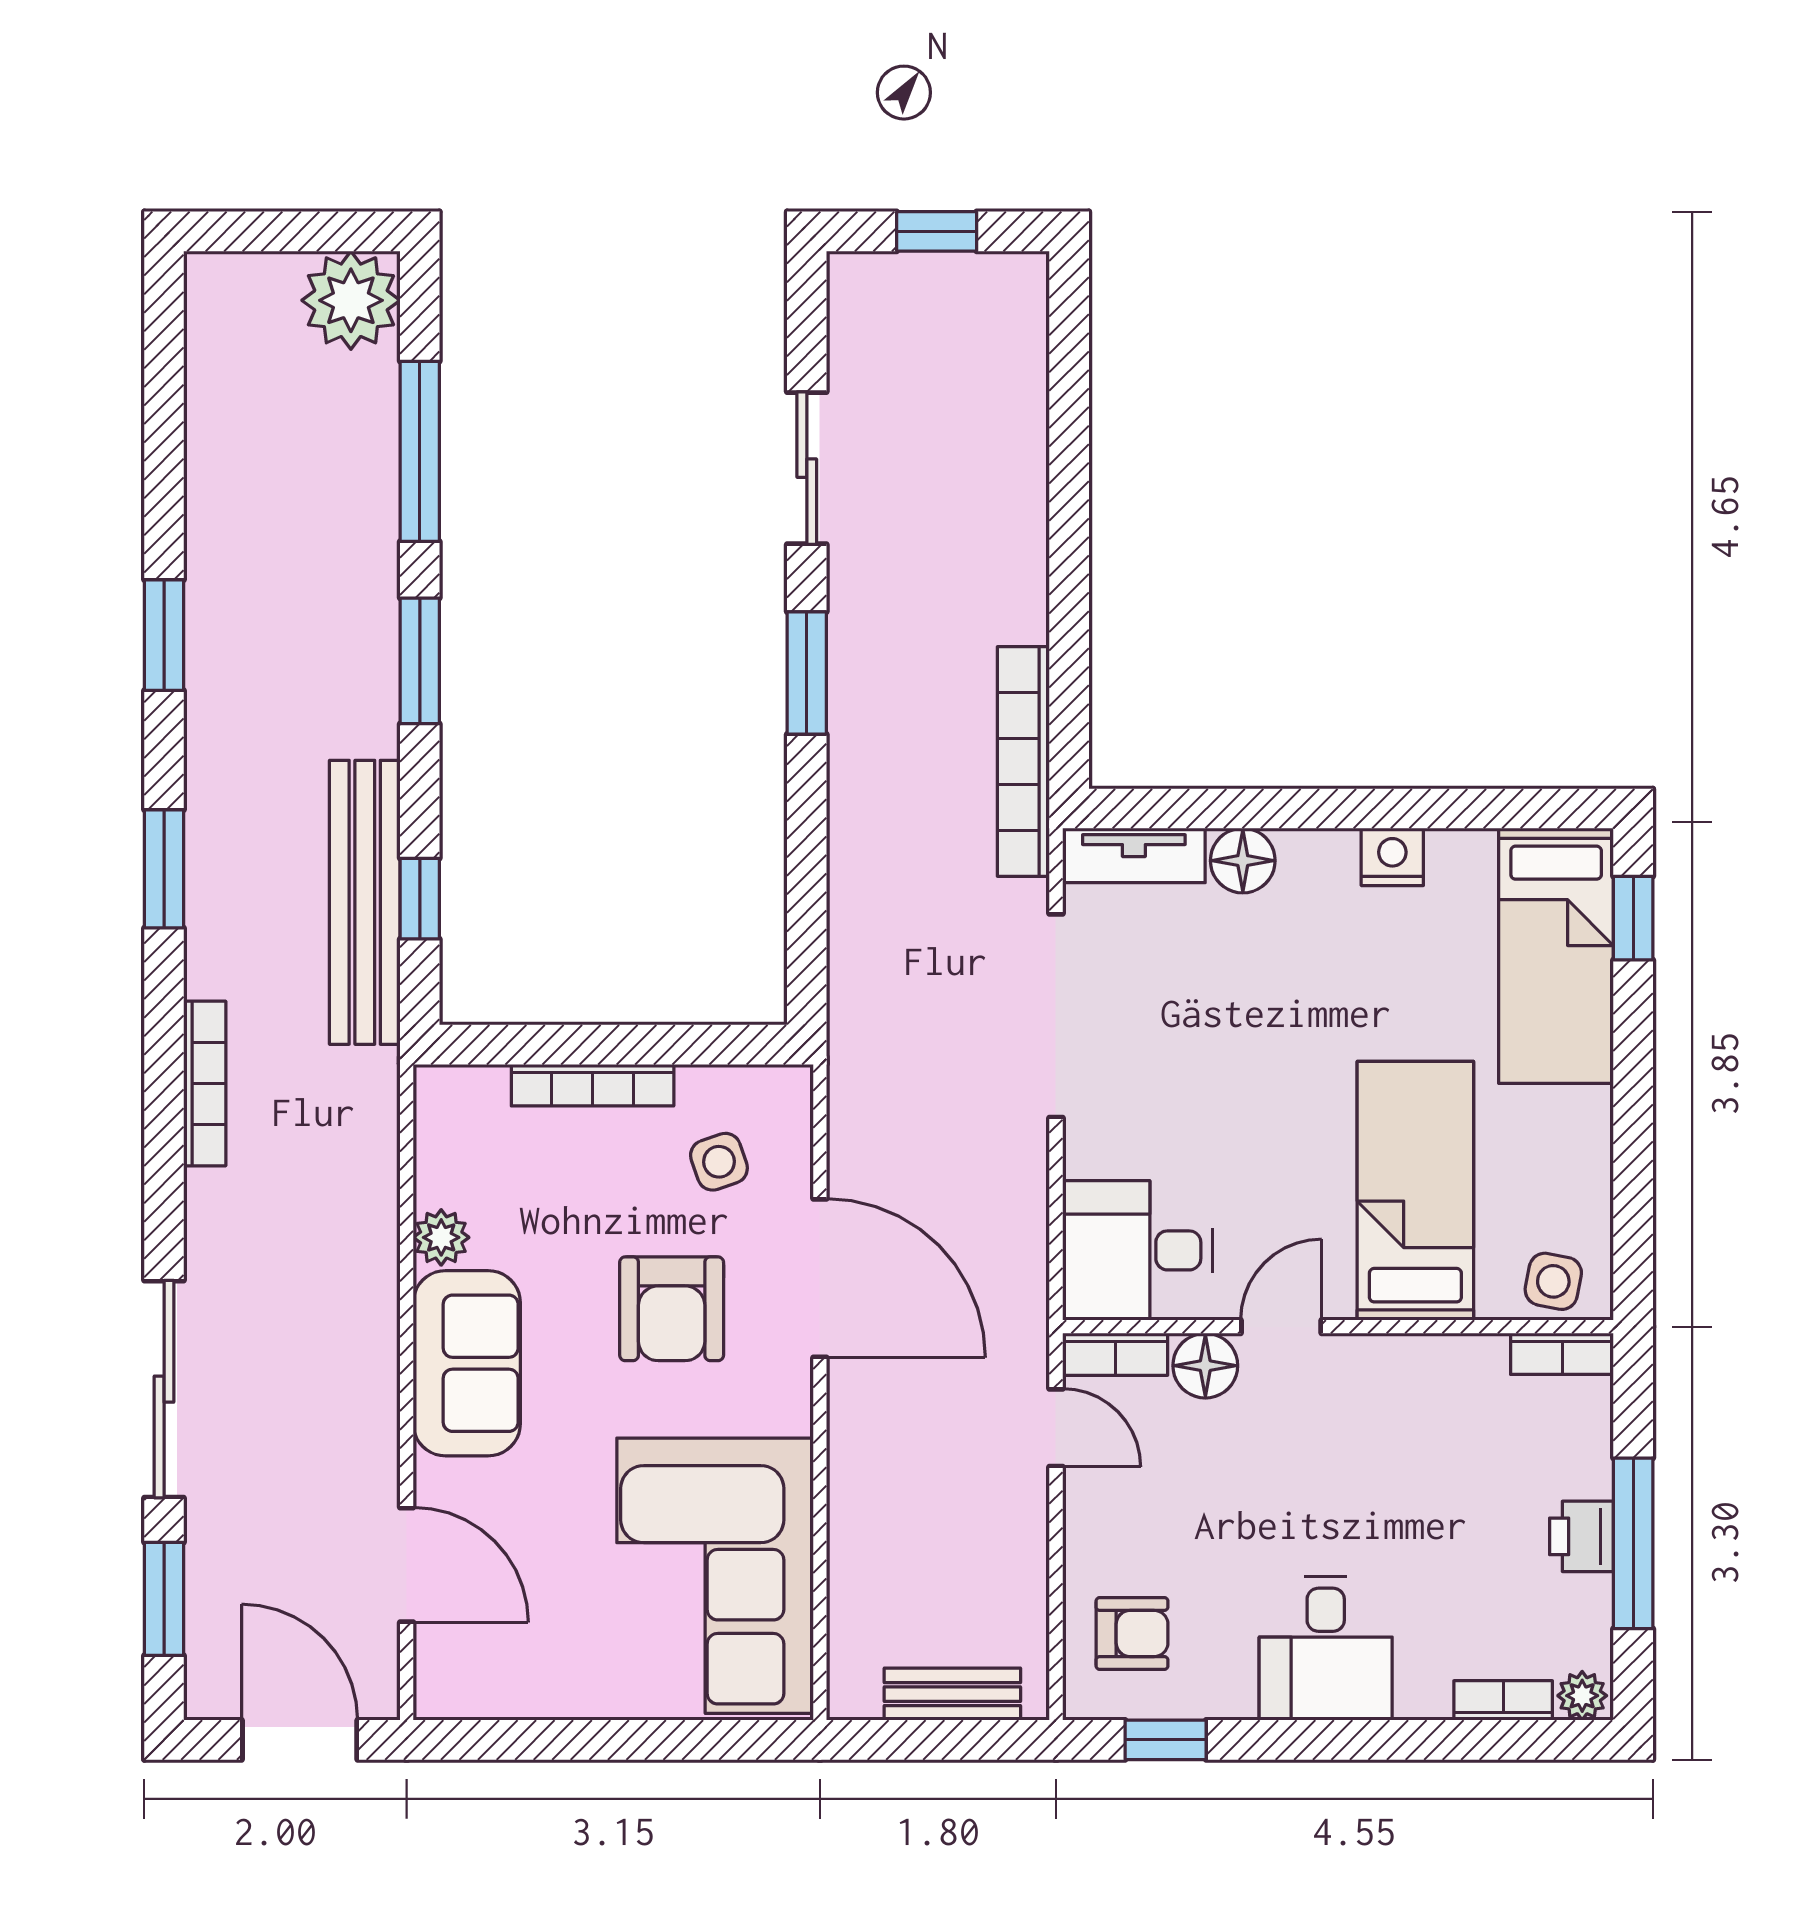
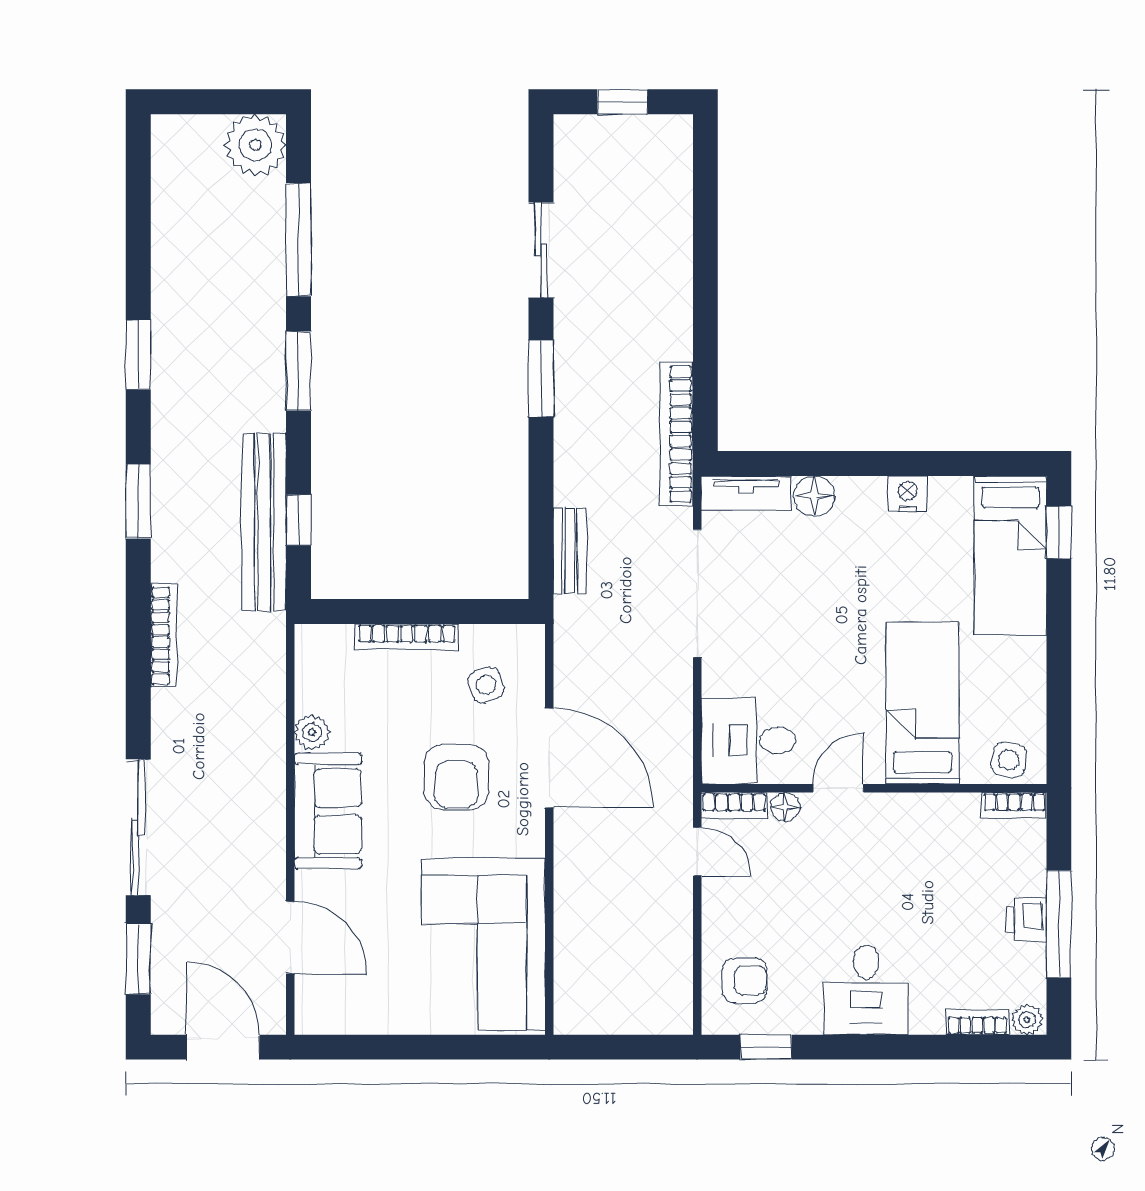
floor lamp: (1205, 1366) -> (785, 807), width x0.73, depth x0.73
bench: (952, 1694) -> (570, 551), moved, turned 90

